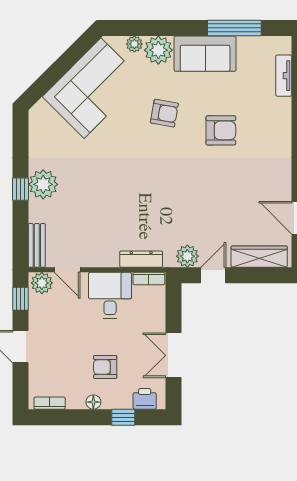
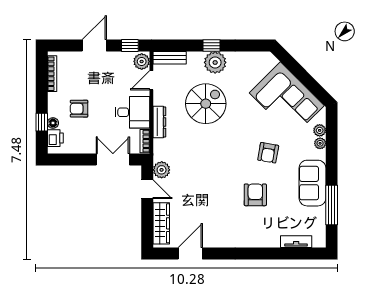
plant: (158, 50) -> (320, 143), width x0.53, depth x0.53
armchair: (221, 130) -> (255, 195), turned 180
spiral stairs: (98, 197) -> (206, 104), added
dresser: (141, 259) -> (159, 122), moved
double door: (173, 355) -> (113, 159), moved
armchair: (105, 367) -> (79, 109), turned -90
floor lamp: (93, 402) -> (53, 123), moved
bookcase: (50, 403) -> (52, 74), width x1.56

